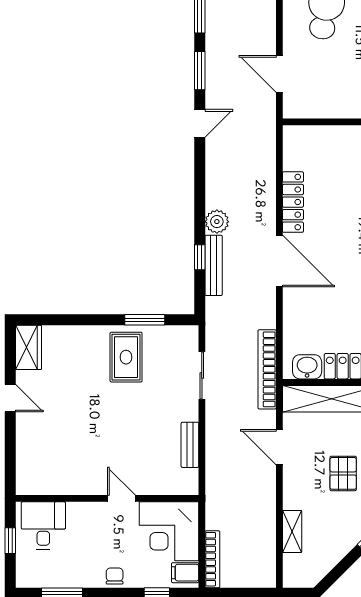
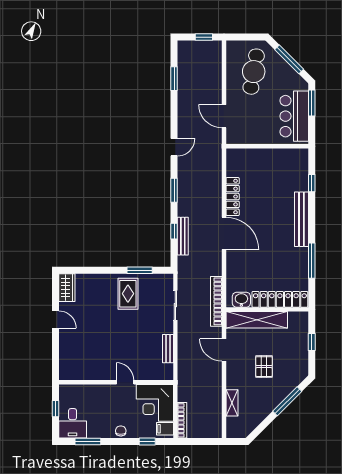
window: (200, 71) -> (174, 190), moved
plant: (217, 222) -> (185, 209), removed
desk: (43, 525) -> (73, 423), moved, turned 180

